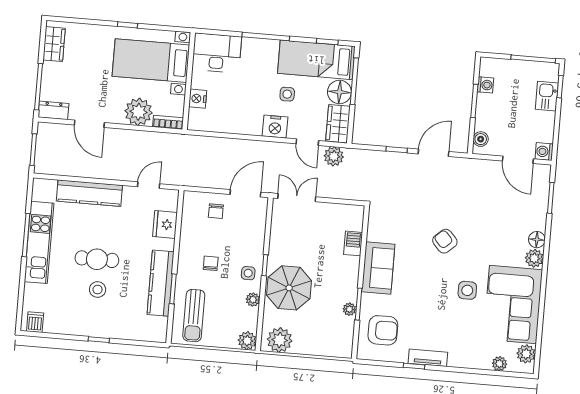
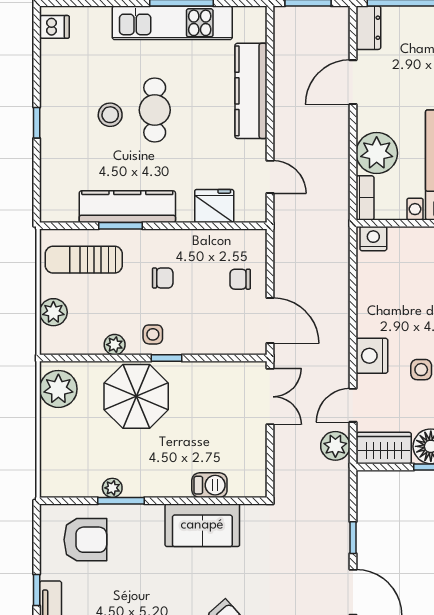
nightstand: (198, 99) -> (373, 239), moved
sofa: (378, 268) -> (202, 525), moved
armchair: (383, 330) -> (85, 540), turned -90
plant: (247, 341) -> (53, 312), moved

